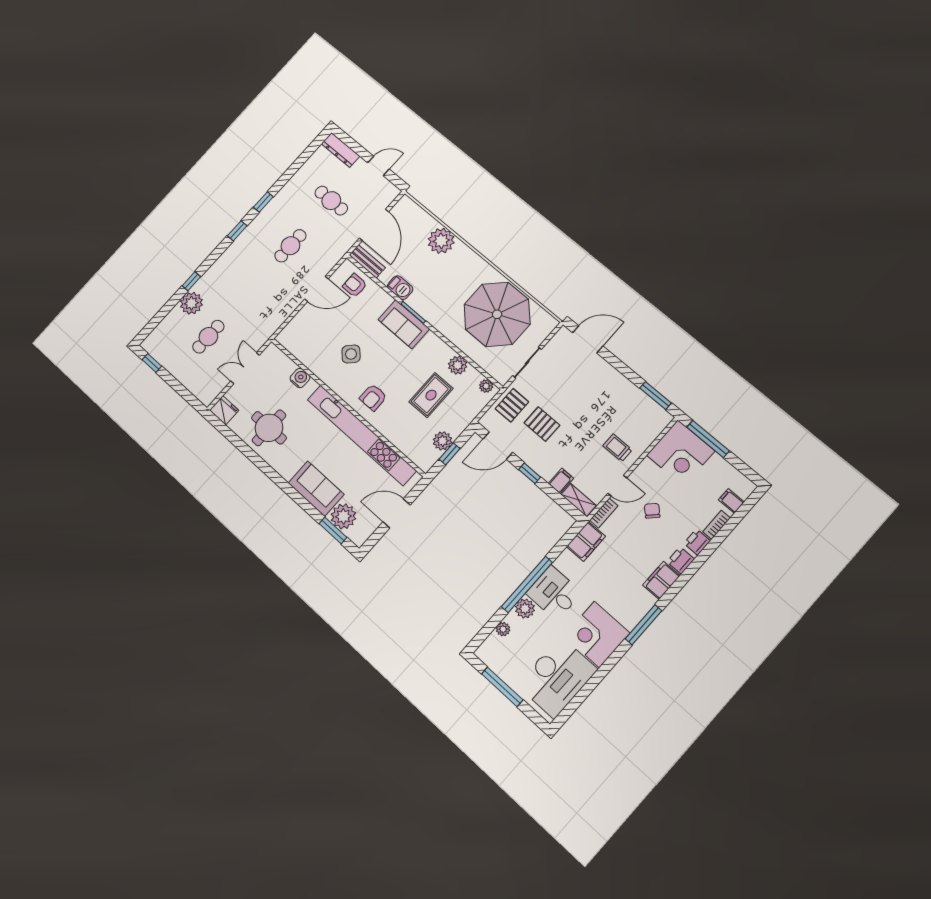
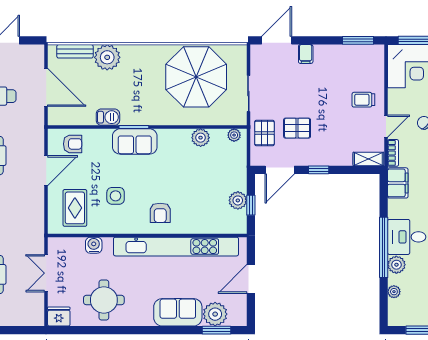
bench: (367, 261) -> (75, 51), moved
armchair: (355, 285) -> (73, 144), turned 180
side table: (351, 354) -> (116, 196), turned 45
rug: (431, 395) -> (75, 208), moved
filing cabinet: (561, 481) -> (306, 54), moved, turned 180

